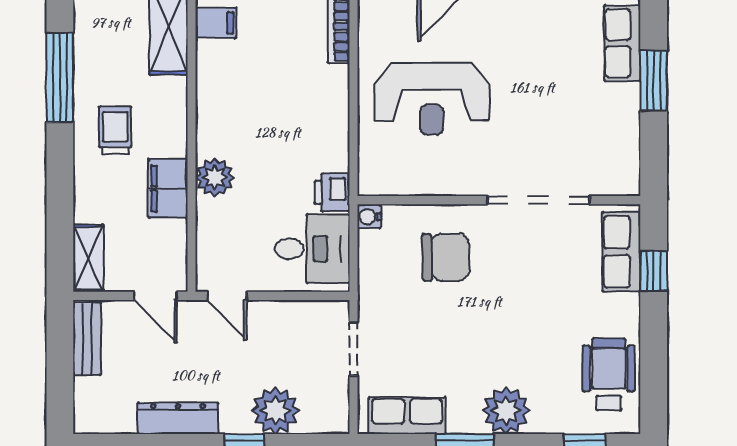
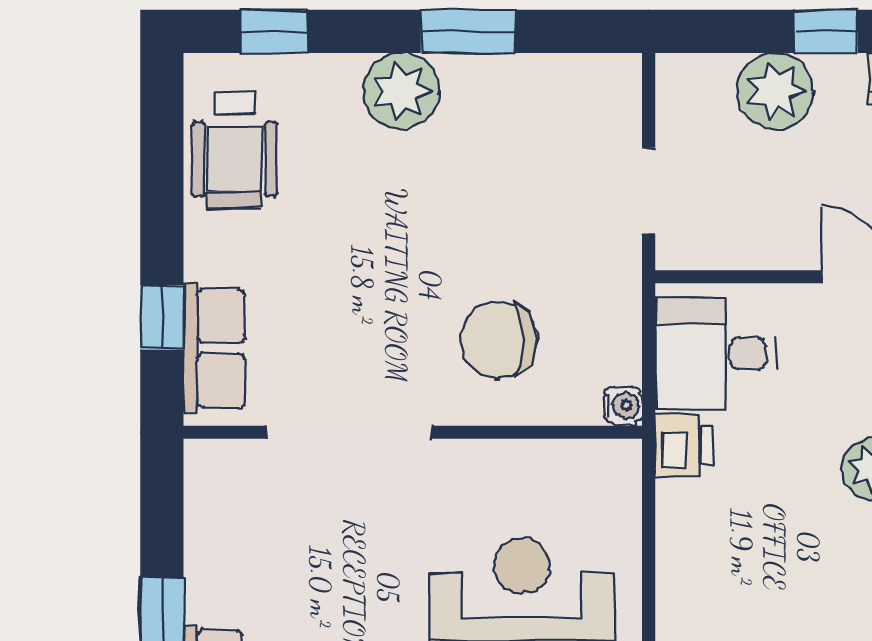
row of seats: (407, 416) -> (562, 83), removed

